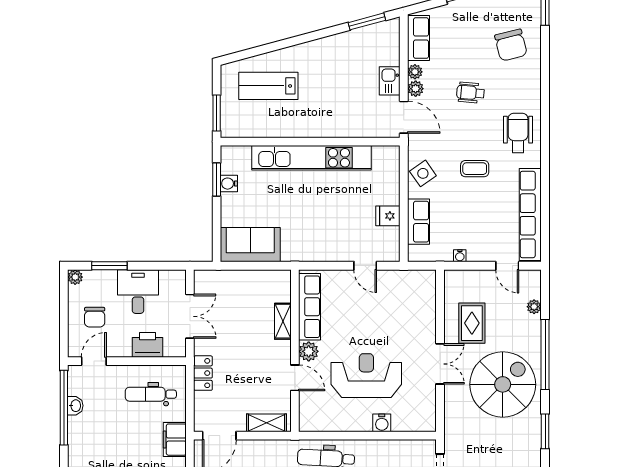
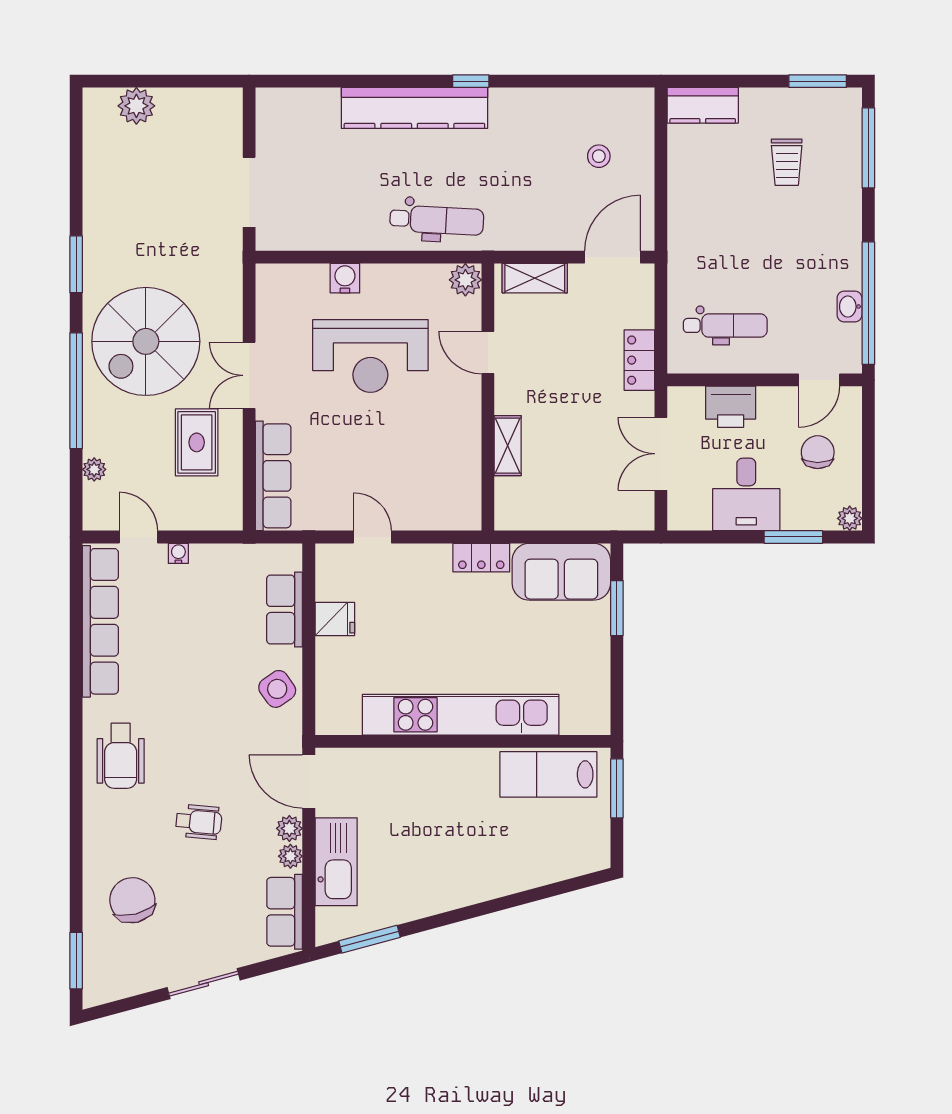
kitchen sink: (390, 81) -> (336, 862), width x1.87, depth x1.24
lab bench: (268, 86) -> (548, 774), moved, turned 180
coffee table: (475, 169) -> (192, 697), removed
window: (217, 180) -> (617, 608), moved
water cooler: (229, 184) -> (597, 672), removed
locker: (299, 253) -> (481, 558), added
water cooler: (460, 256) -> (178, 553), moved
row of seats: (310, 307) -> (273, 476), moved, turned 180
plant: (309, 351) -> (465, 280), moved
filing cabinet: (175, 440) -> (686, 251), removed

